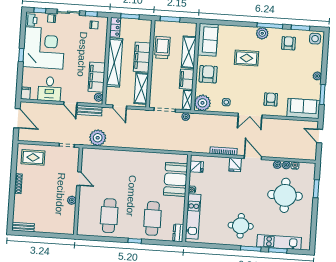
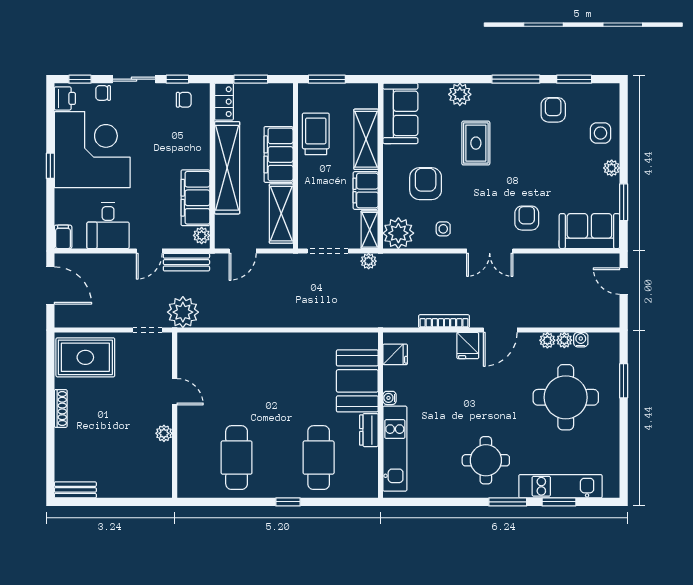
plant: (262, 33) -> (460, 94), moved
side table: (315, 39) -> (600, 133), moved
rug: (246, 58) -> (476, 143), turned 90
armchair: (208, 74) -> (426, 184), moved
door: (70, 104) -> (149, 251), hinge flipped
door: (120, 107) -> (243, 251), hinge flipped
plant: (98, 138) -> (183, 312), moved
rug: (33, 157) -> (85, 357), width x1.36, depth x1.43
door: (253, 158) -> (500, 330), swing flipped
dresser: (178, 233) -> (369, 430), moved

